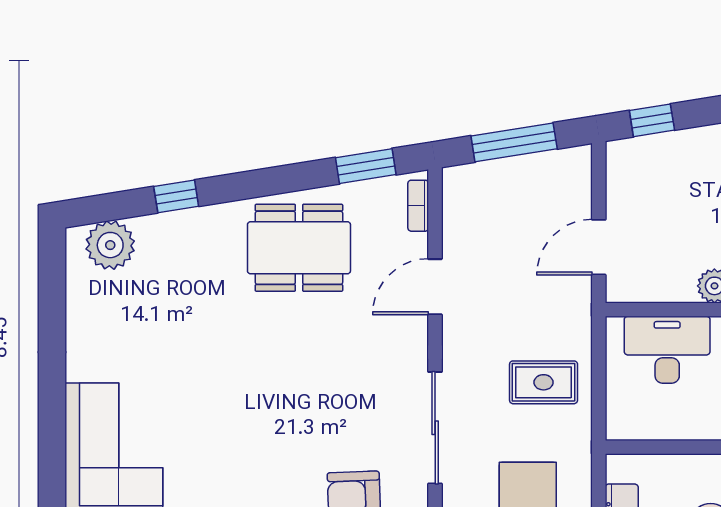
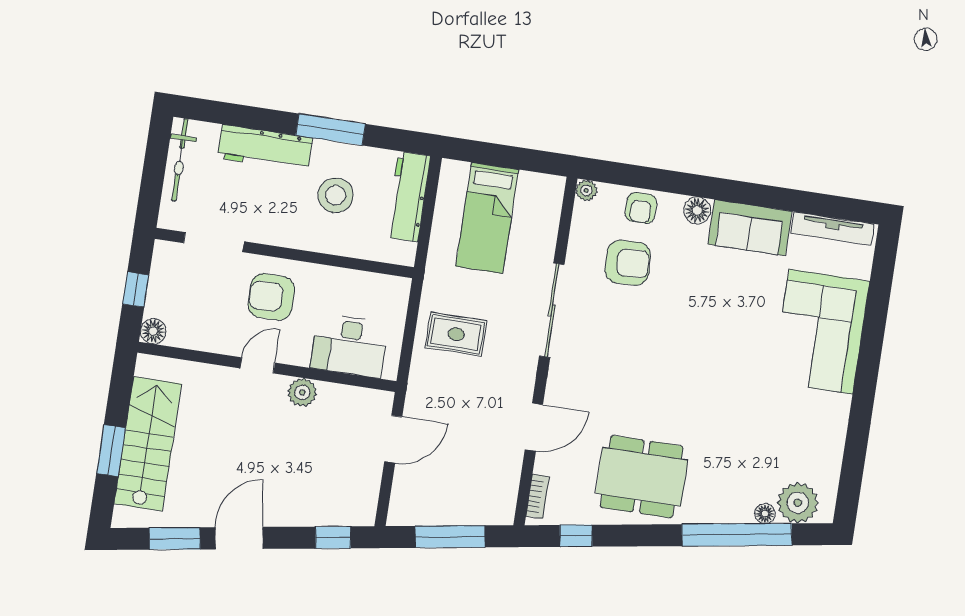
window: (366, 166) -> (576, 536), width x0.67
window: (176, 196) -> (737, 535), width x3.17
floor lamp: (147, 227) -> (765, 514), added

